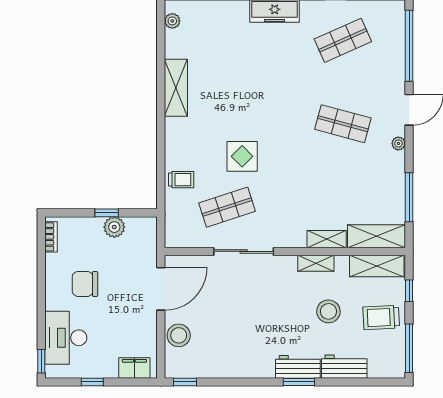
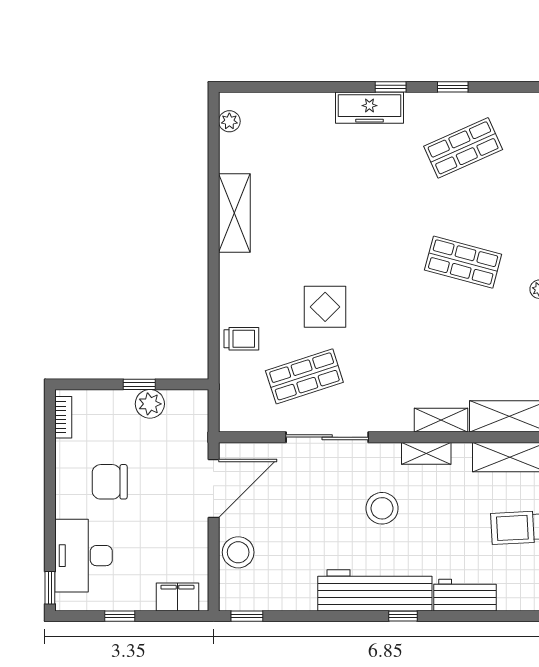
stool: (328, 311) -> (382, 508), moved
workbench: (298, 367) -> (375, 590), width x1.87, depth x1.32
window: (299, 382) -> (403, 616), width x0.67

